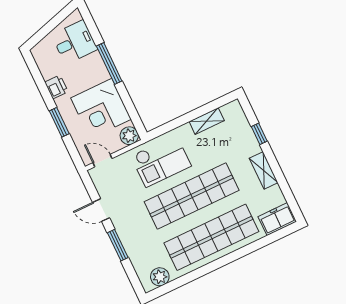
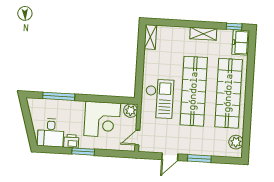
desk: (74, 42) -> (51, 133), moved, turned 180
window: (109, 63) -> (59, 96), moved
shelving: (207, 121) -> (150, 37), moved
window: (59, 122) -> (83, 152), moved
window: (259, 134) -> (234, 27), moved

